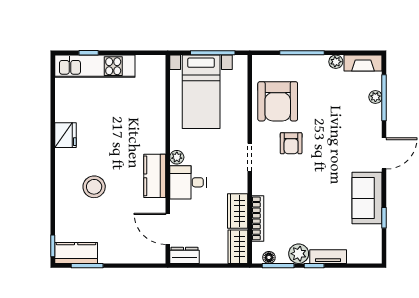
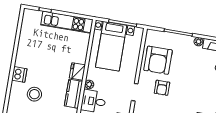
kitchen unit: (95, 66) -> (67, 22), moved
fridge: (65, 135) -> (77, 71), moved, turned 180
dishwasher: (65, 160) -> (19, 74), added

